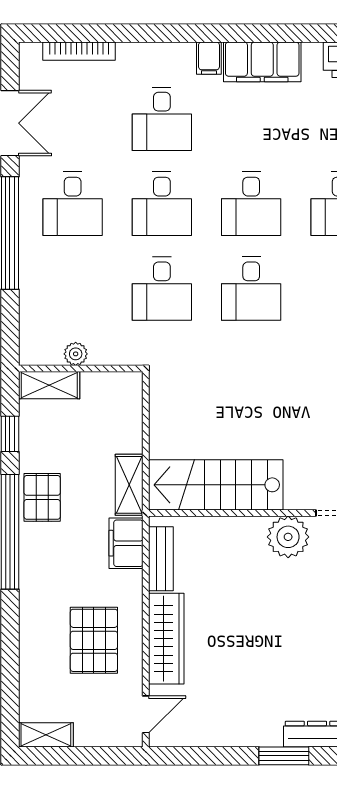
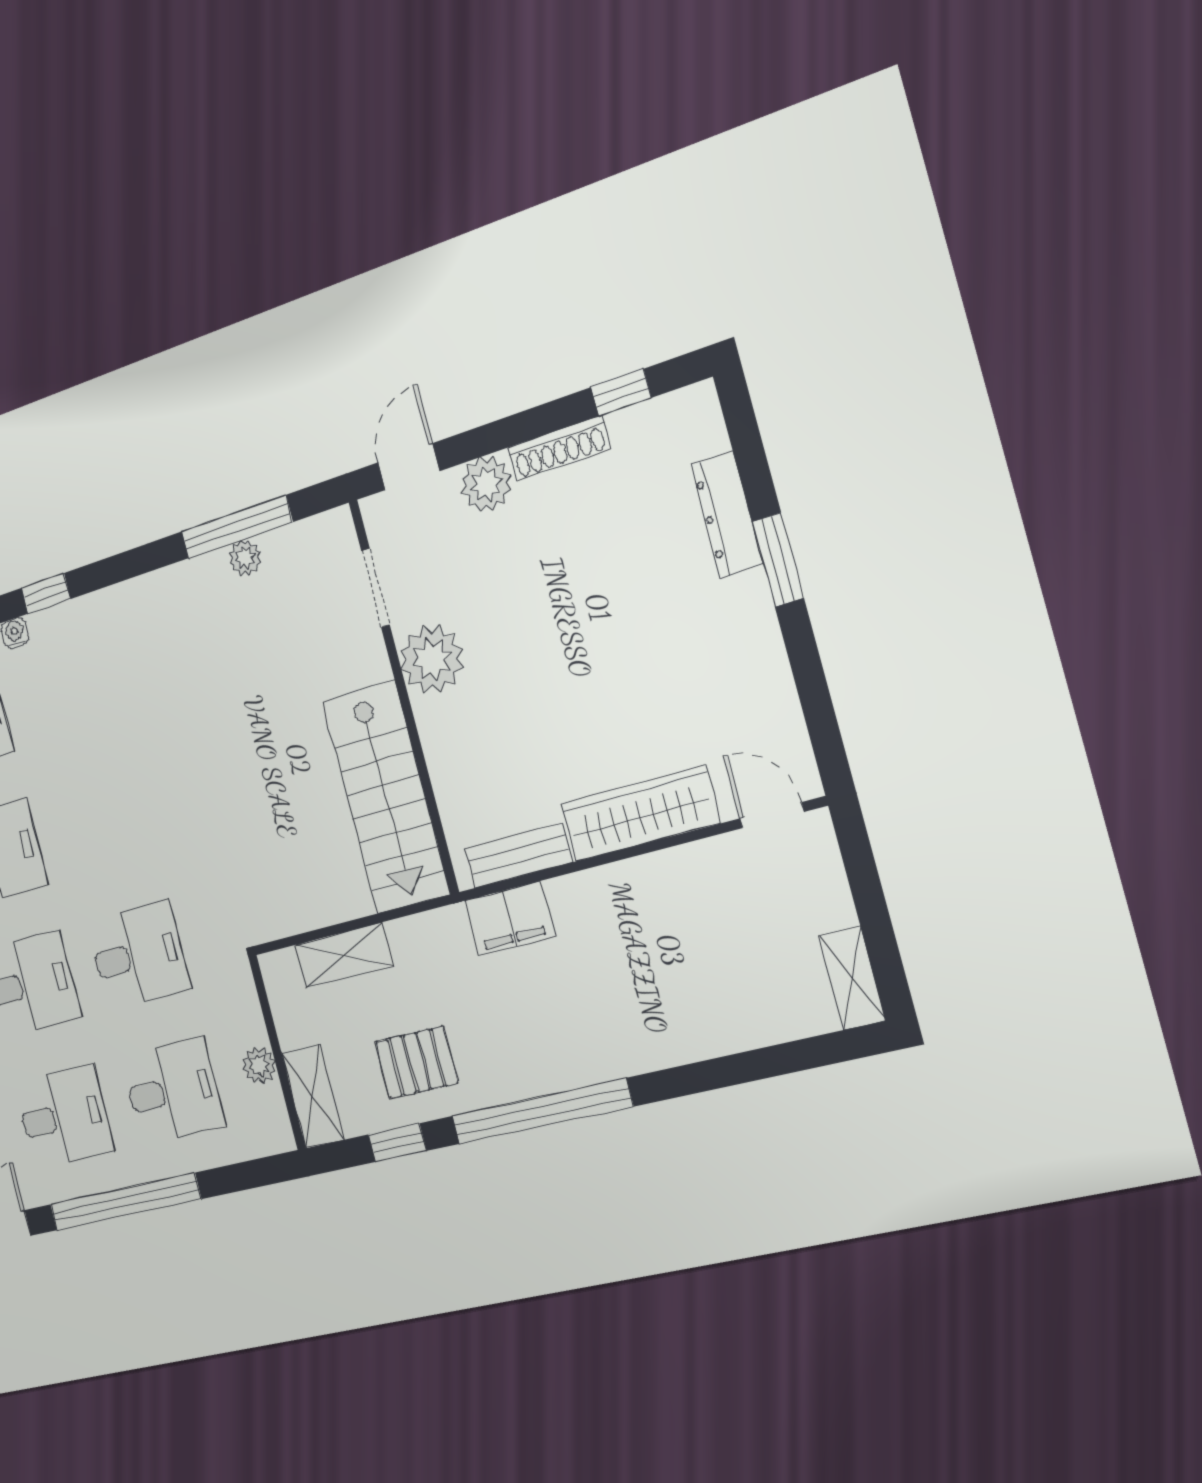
desk: (251, 289) -> (173, 1091), moved
shelving: (129, 485) -> (344, 955), moved
pallet: (42, 497) -> (417, 1062), moved
pallet: (94, 640) -> (674, 934), removed

